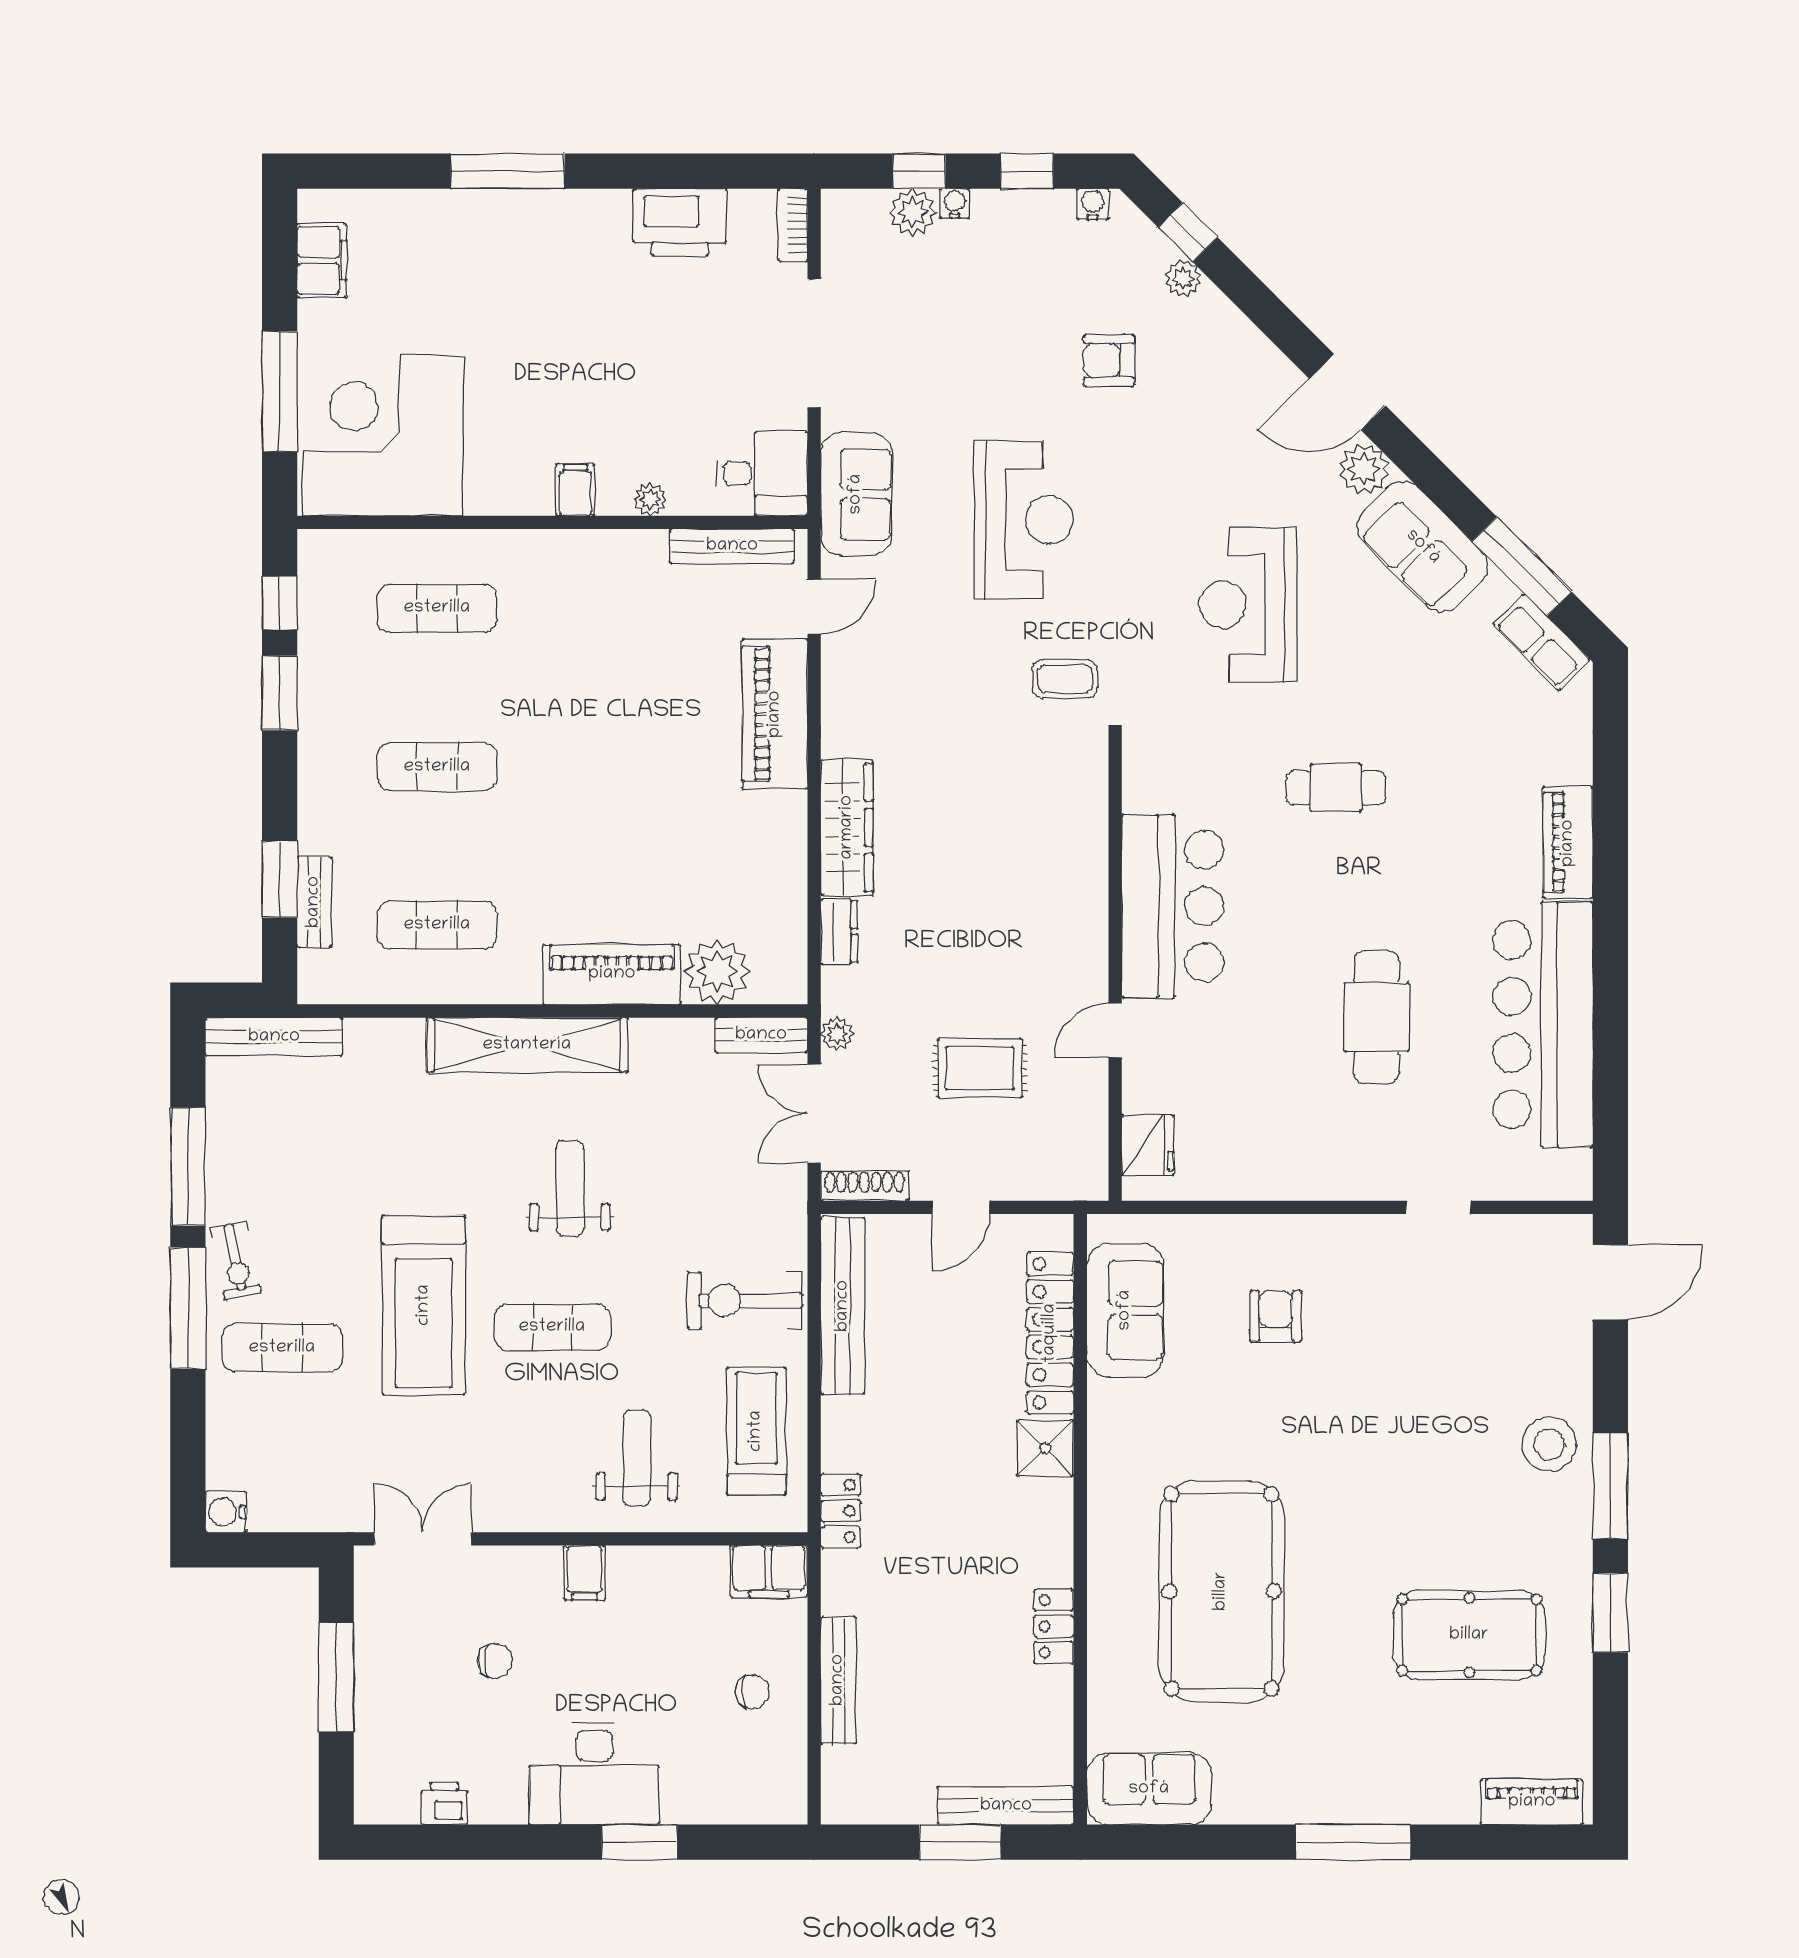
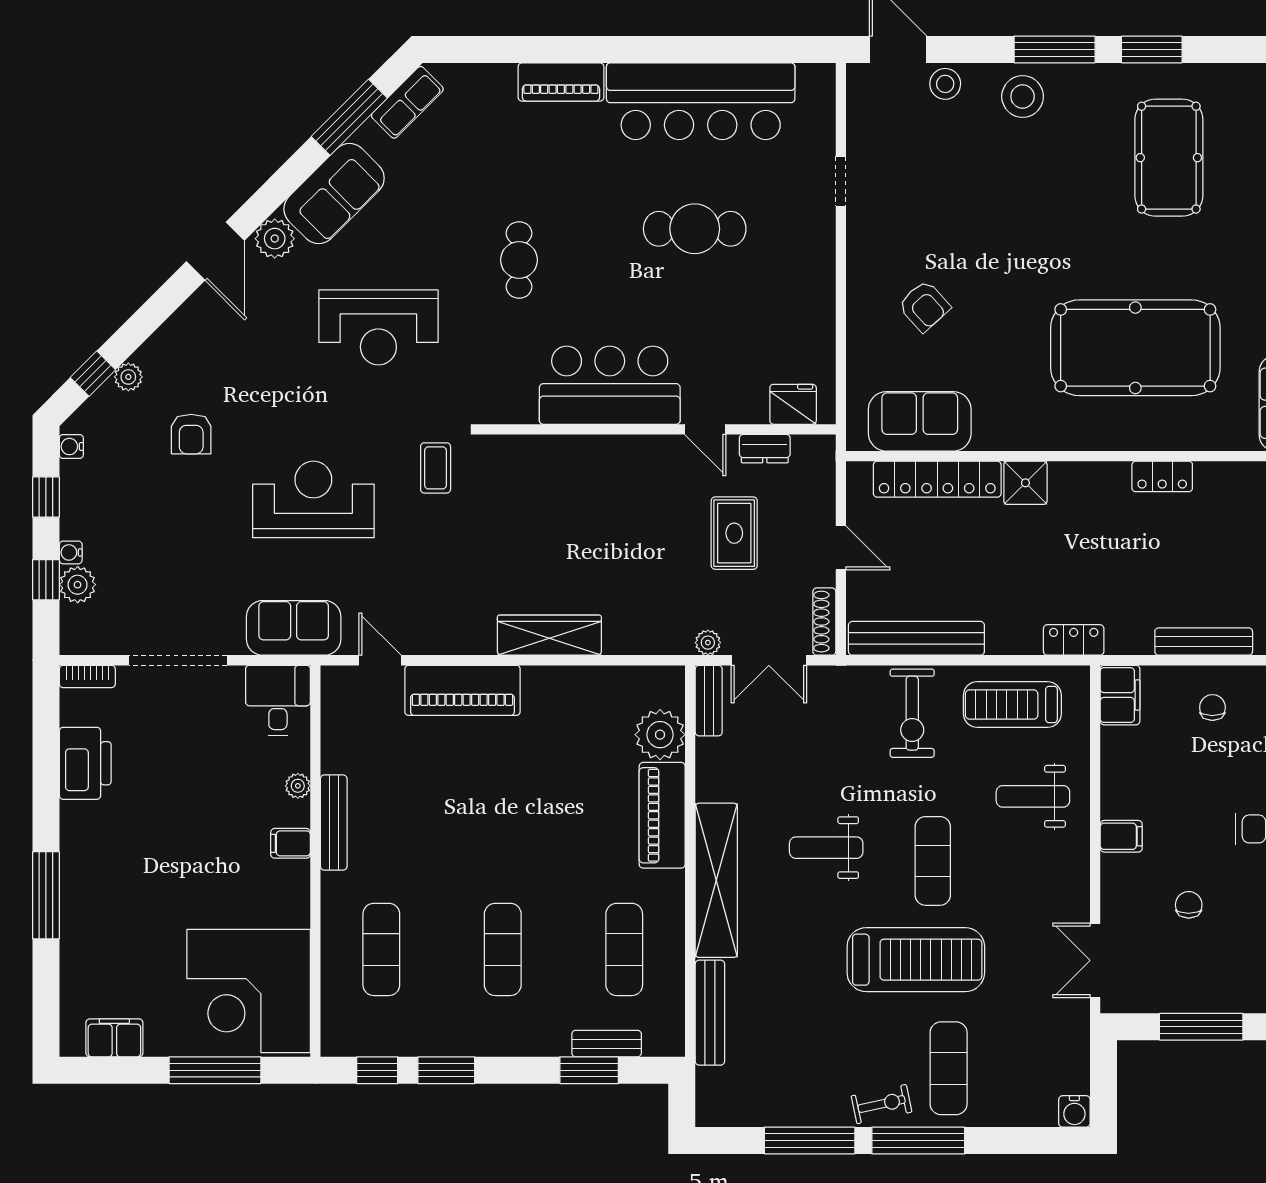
bench: (732, 546) -> (334, 823), moved
dresser: (839, 932) -> (765, 449), moved, turned 180
bench: (274, 1037) -> (710, 1013), moved
armchair: (1276, 1316) -> (924, 306), turned -132
stool: (1565, 1343) -> (945, 84), added

